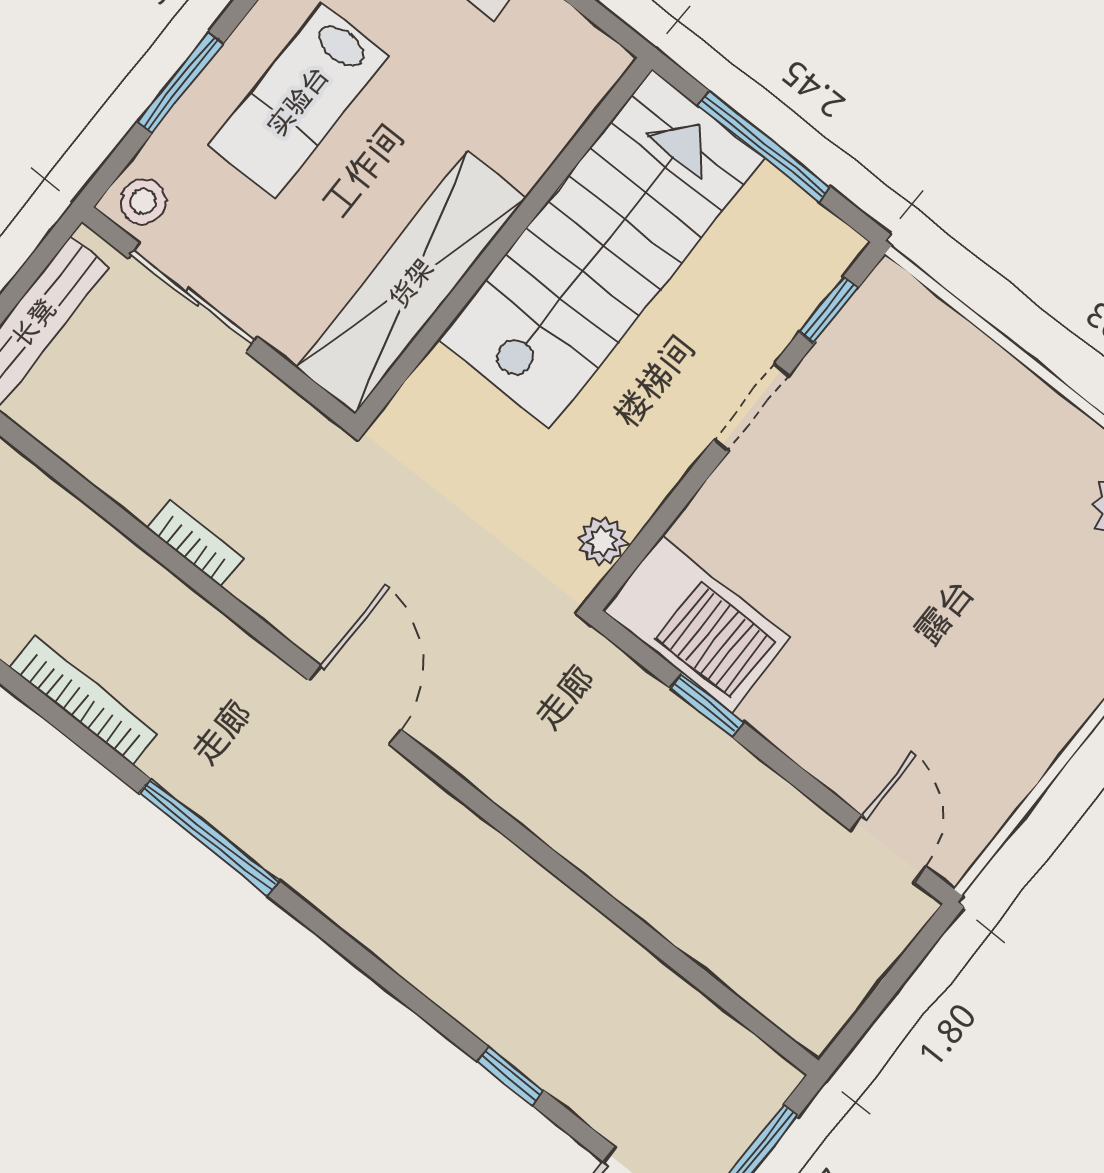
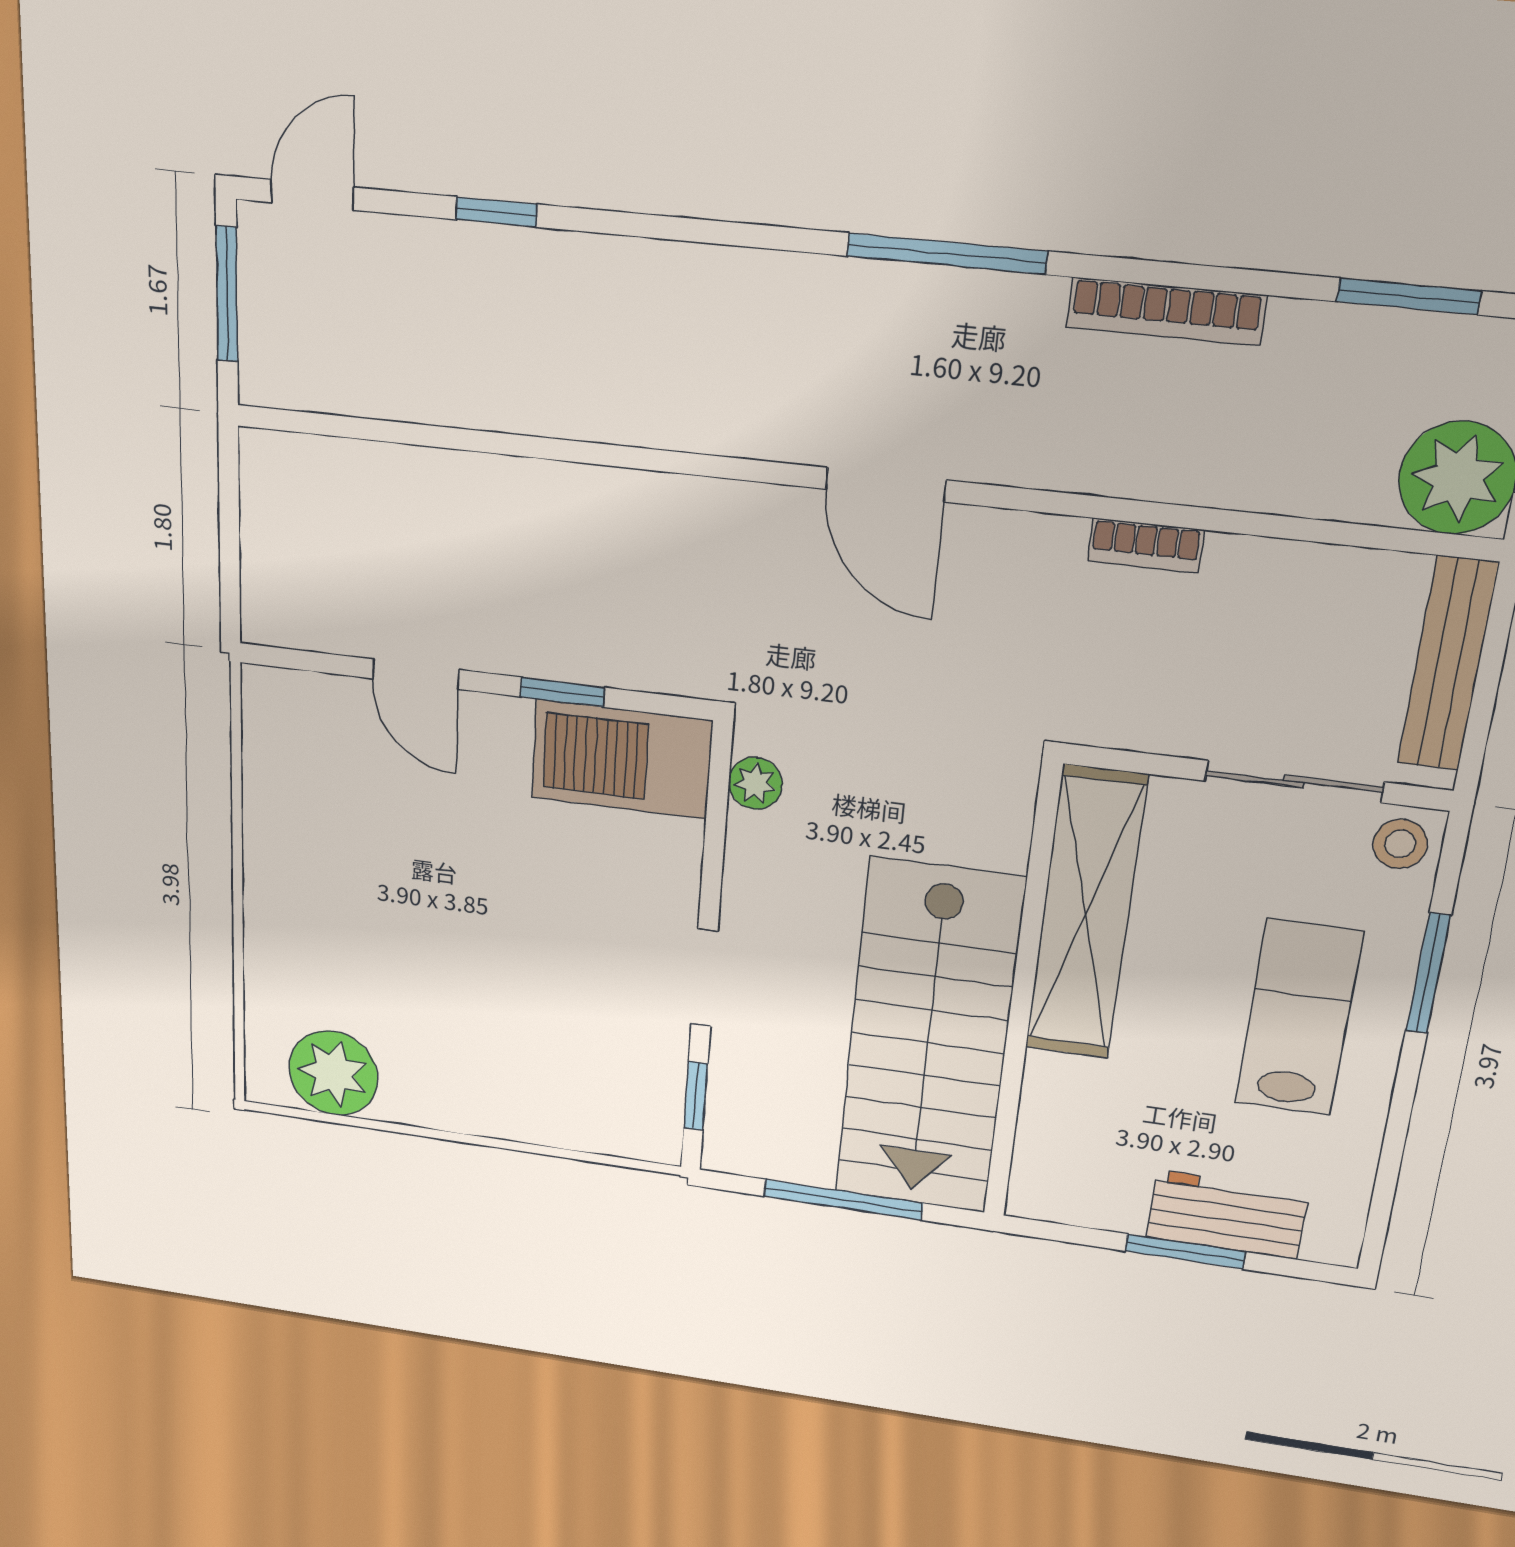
door: (888, 849) -> (415, 674), moved

